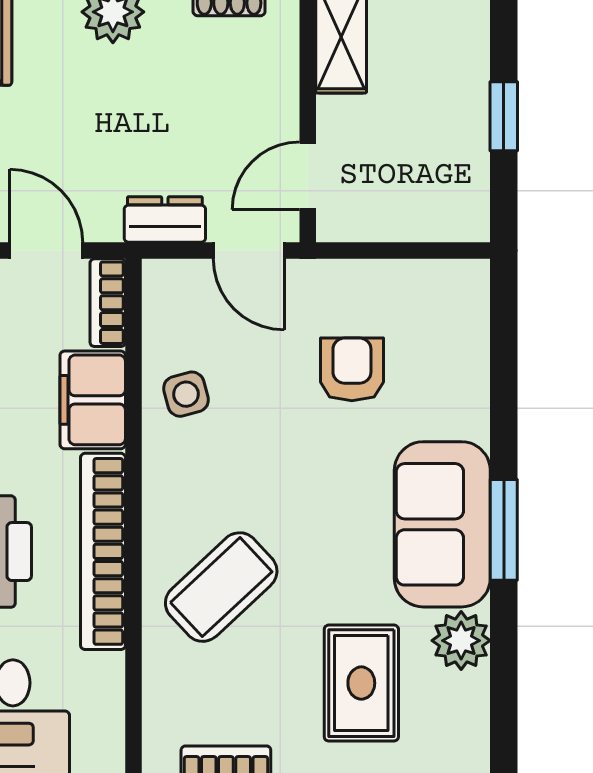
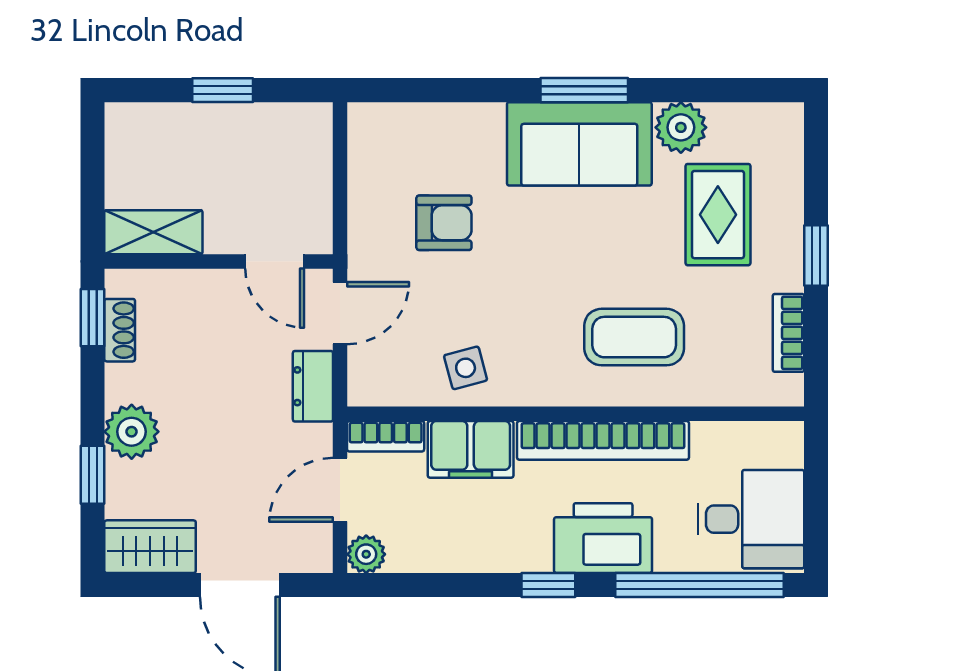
armchair: (352, 369) -> (444, 223), turned 180
coffee table: (221, 587) -> (634, 337), turned -47
rug: (361, 683) -> (718, 215), turned 90

